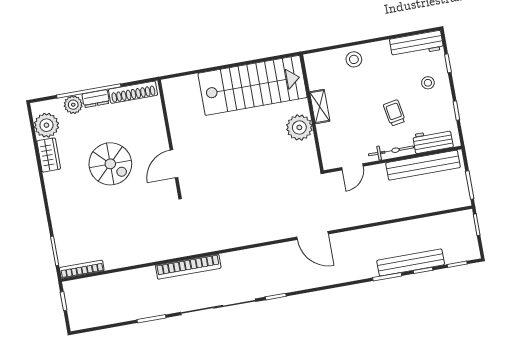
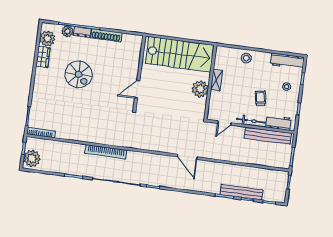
wall: (169, 138) -> (139, 73), moved
door: (174, 164) -> (137, 89), moved
plant: (81, 312) -> (32, 158), added

